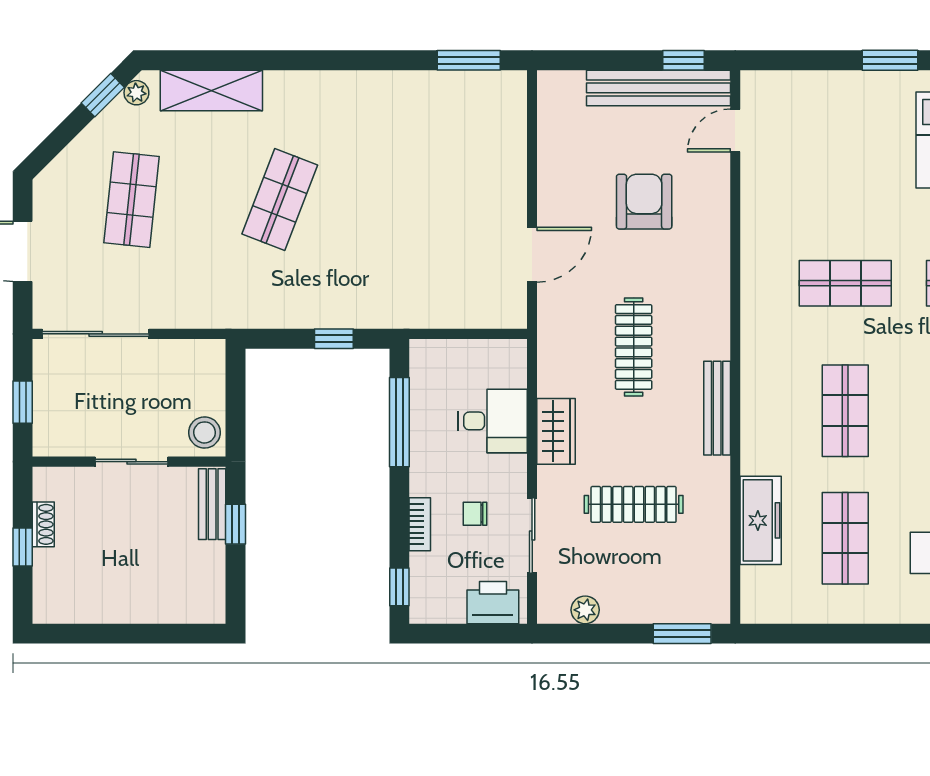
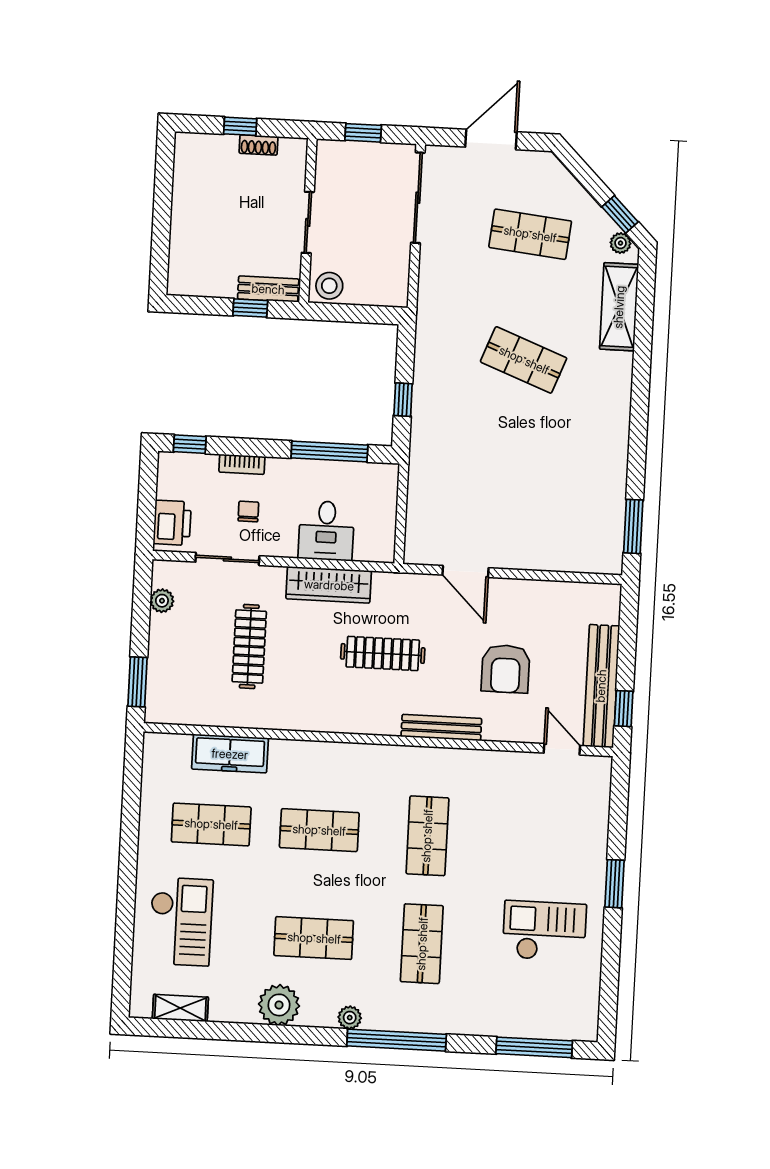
armchair: (644, 202) -> (506, 669), turned 90
bench: (717, 408) -> (441, 728), moved
wardrobe: (556, 431) -> (329, 585), width x1.50

